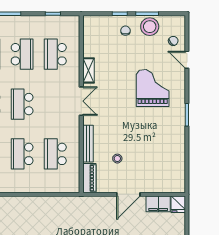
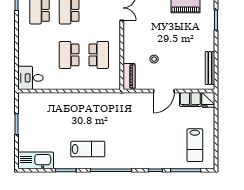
bench: (88, 144) -> (210, 68), moved
school desk: (55, 154) -> (99, 55), turned 180

